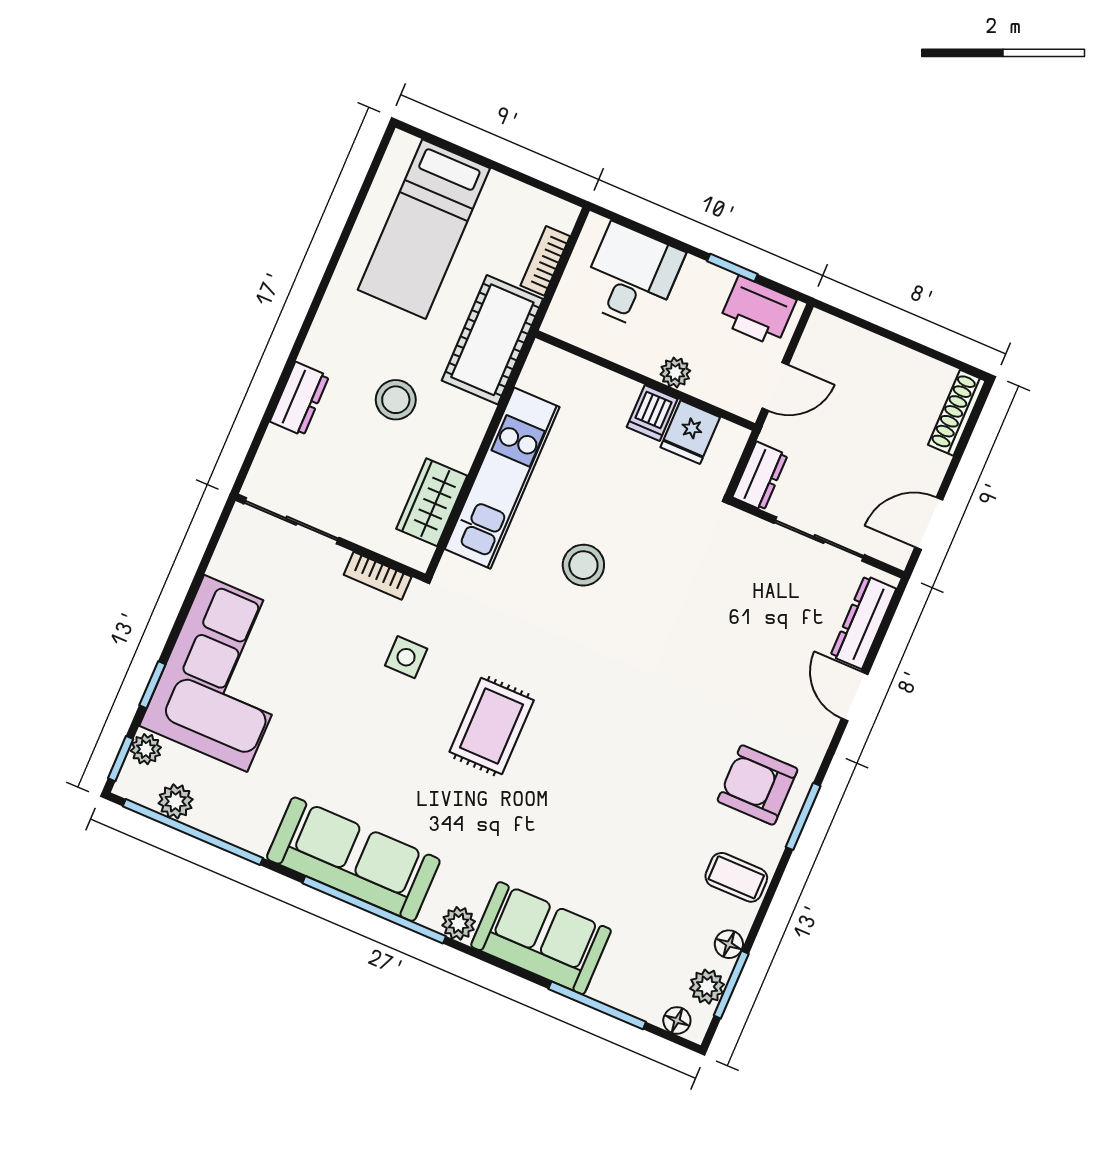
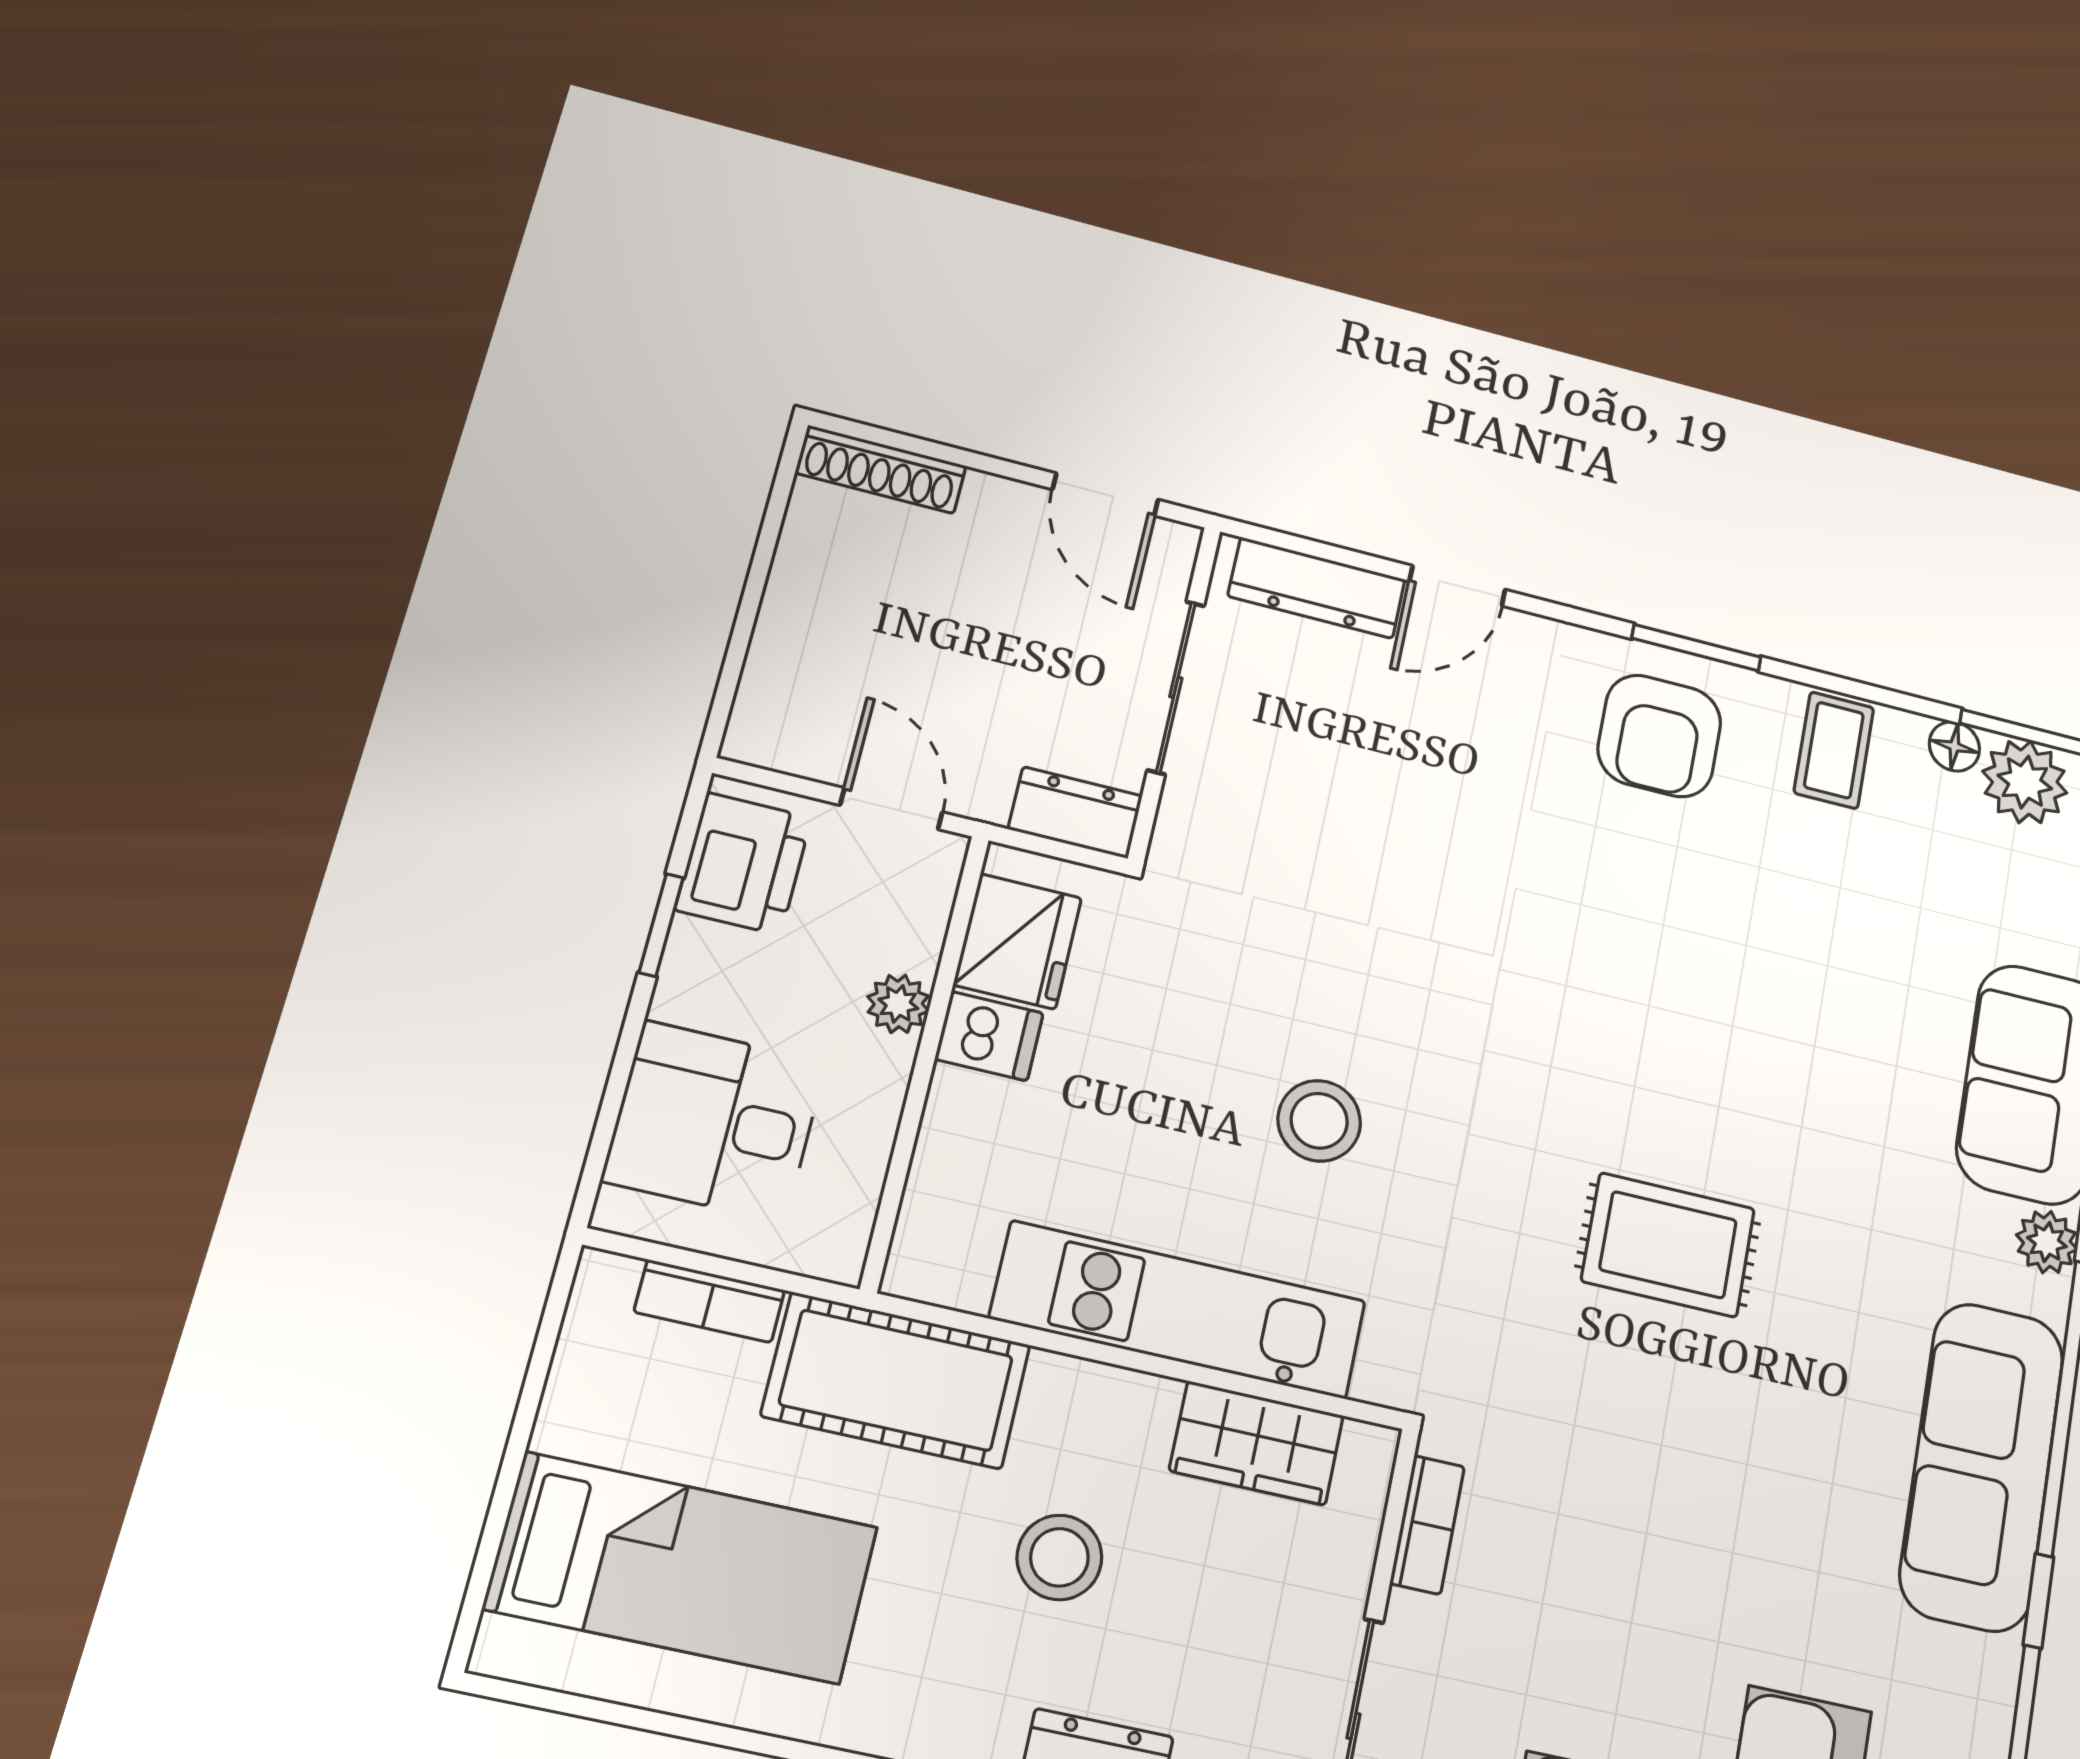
fridge: (690, 432) -> (1018, 941), width x1.38
side table: (406, 657) -> (1575, 1436), removed
plant: (707, 987) -> (2025, 782), width x1.38, depth x1.38

